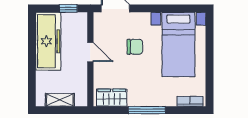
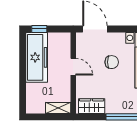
window: (68, 8) -> (39, 29), moved
shelving: (60, 100) -> (58, 108), moved

